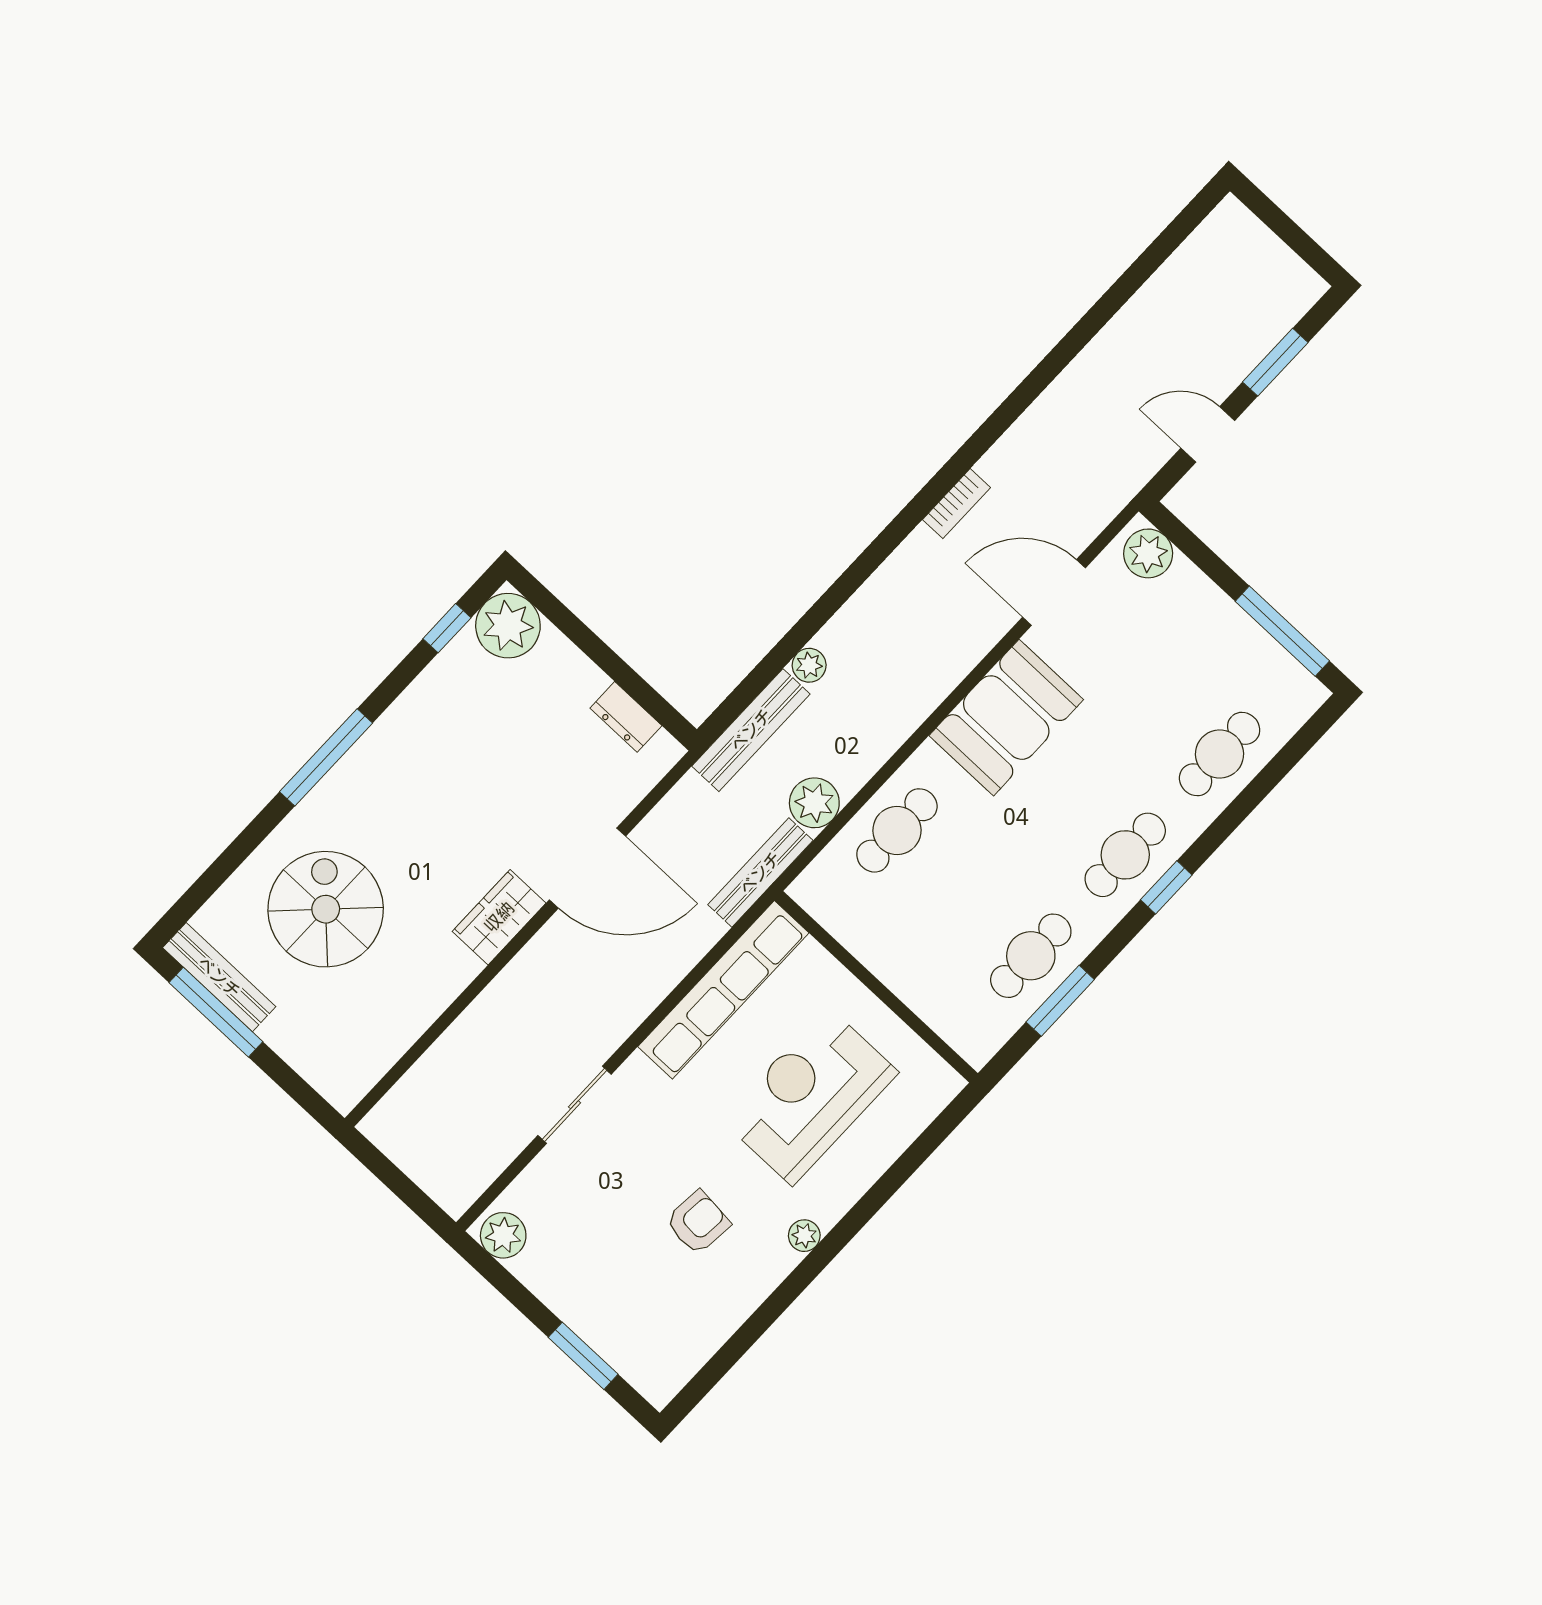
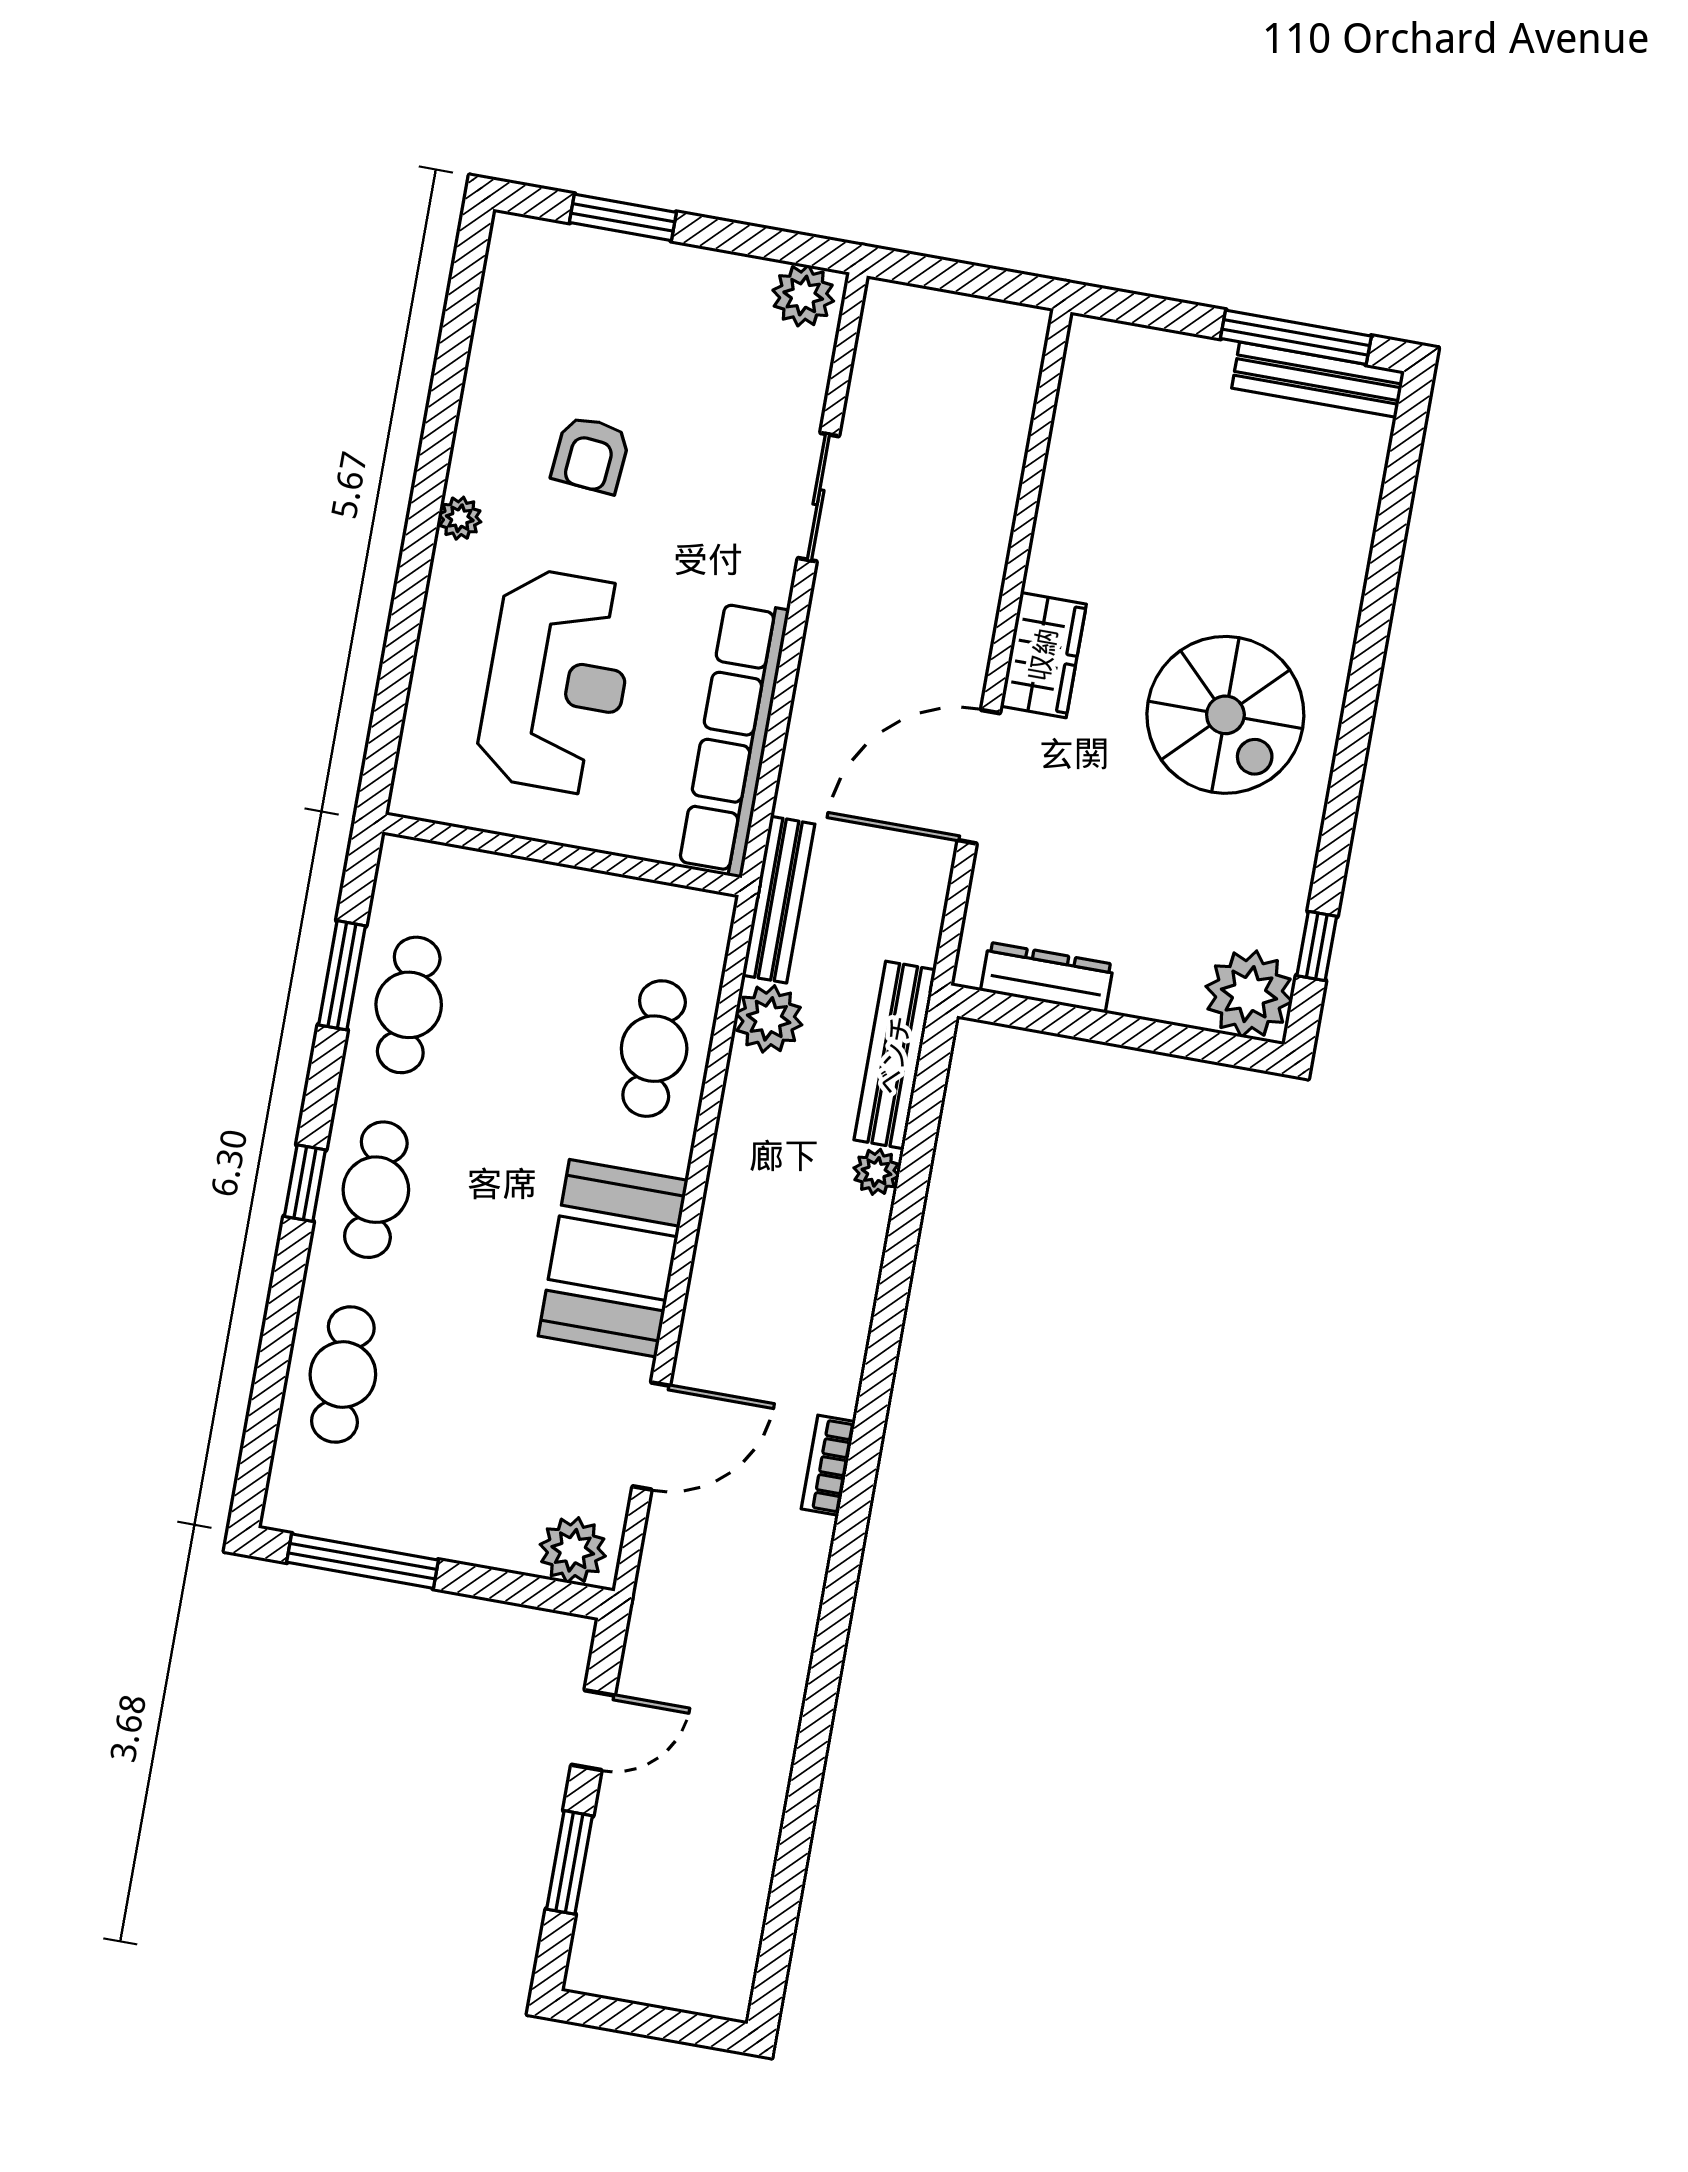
dresser: (626, 717) -> (1047, 977), width x1.44
window: (326, 757) -> (1359, 709), removed
spiral stairs: (326, 909) -> (1225, 715), moved

